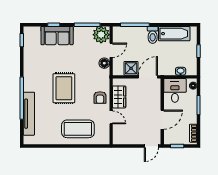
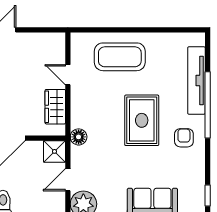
floor lamp: (104, 63) -> (79, 137), moved
shower: (131, 68) -> (54, 151), moved
armchair: (100, 98) -> (184, 138), moved

